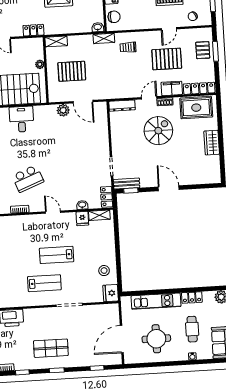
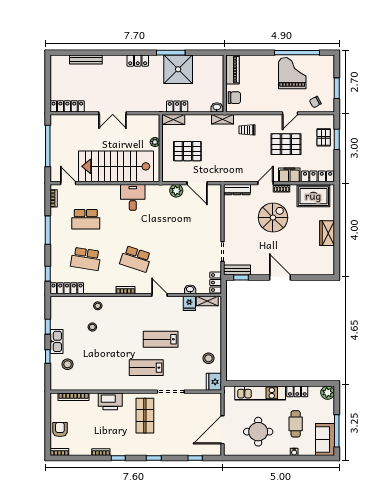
locker: (33, 30) -> (177, 106), moved
school desk: (28, 179) -> (136, 259), turned 39
lab bench: (44, 283) -> (146, 368), turned 180
shop shelf: (51, 348) -> (145, 416), moved, turned 90

